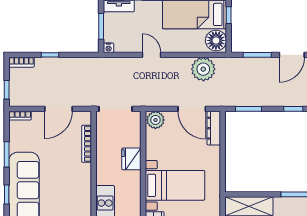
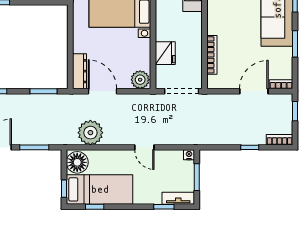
door: (59, 109) -> (254, 91), moved
fridge: (131, 159) -> (165, 53), moved

